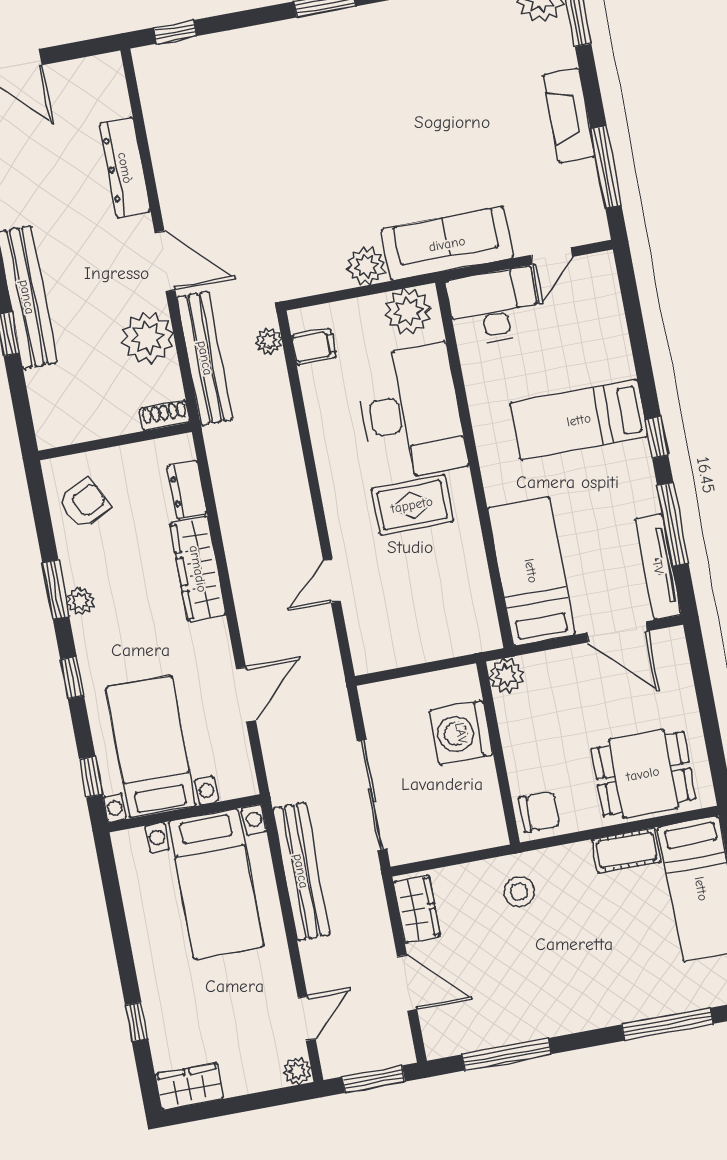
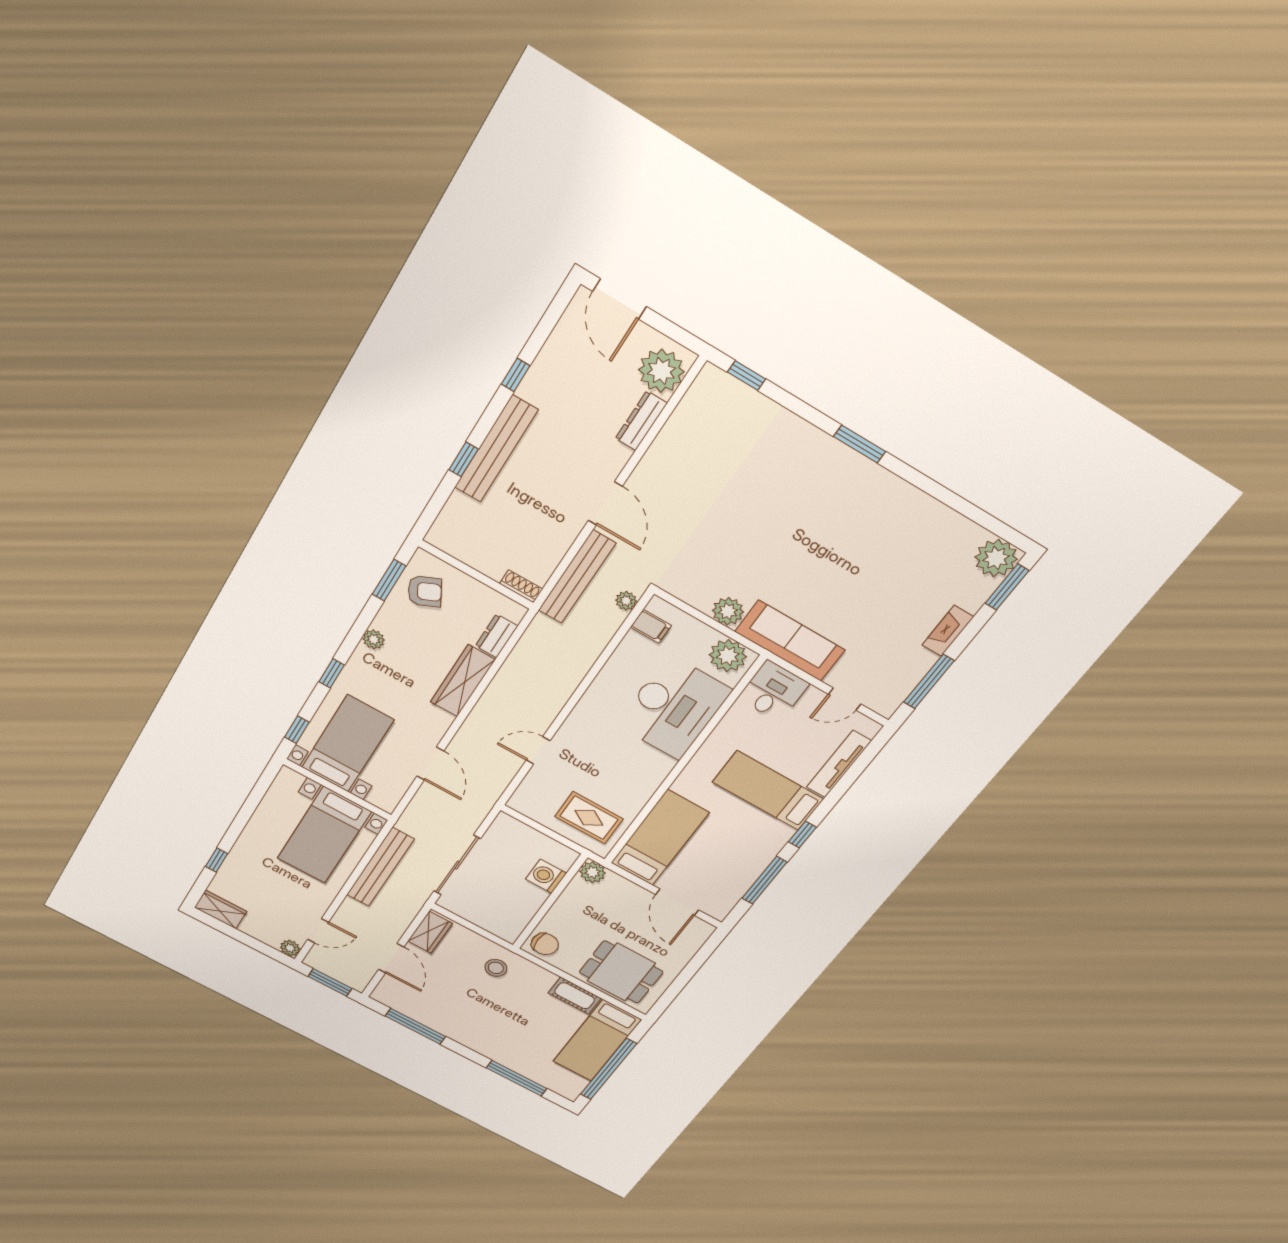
fireplace: (569, 115) -> (948, 631), width x0.73, depth x0.76
dresser: (125, 168) -> (641, 421), width x0.73, depth x0.80
desk: (494, 306) -> (773, 691), width x0.73
plant: (148, 338) -> (661, 371), moved
rug: (412, 505) -> (589, 818), moved
tv unit: (658, 567) -> (839, 764), moved
window: (56, 589) -> (389, 580), moved
door: (246, 695) -> (430, 764), hinge flipped
washing machine: (461, 733) -> (546, 876), width x0.73, depth x0.73

